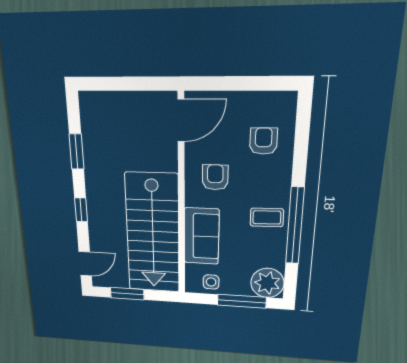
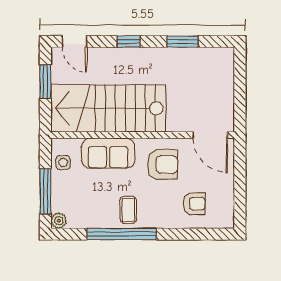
armchair: (215, 177) -> (163, 164), width x1.38, depth x1.38
plant: (267, 283) -> (59, 221), width x0.53, depth x0.53

